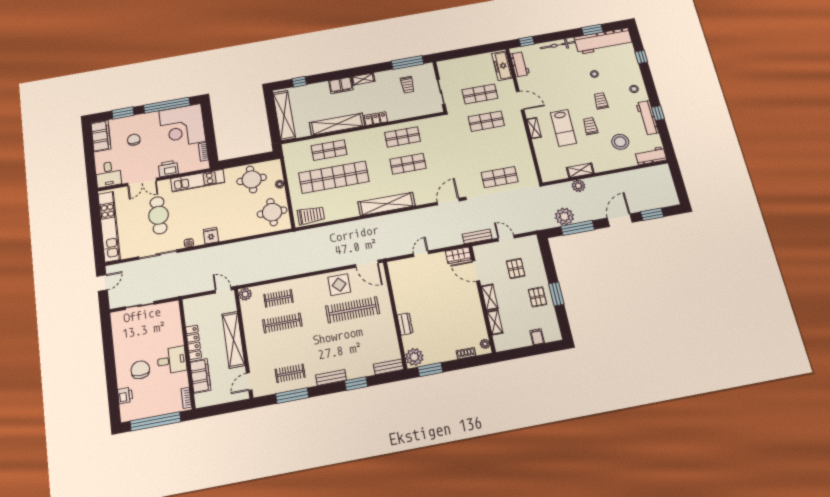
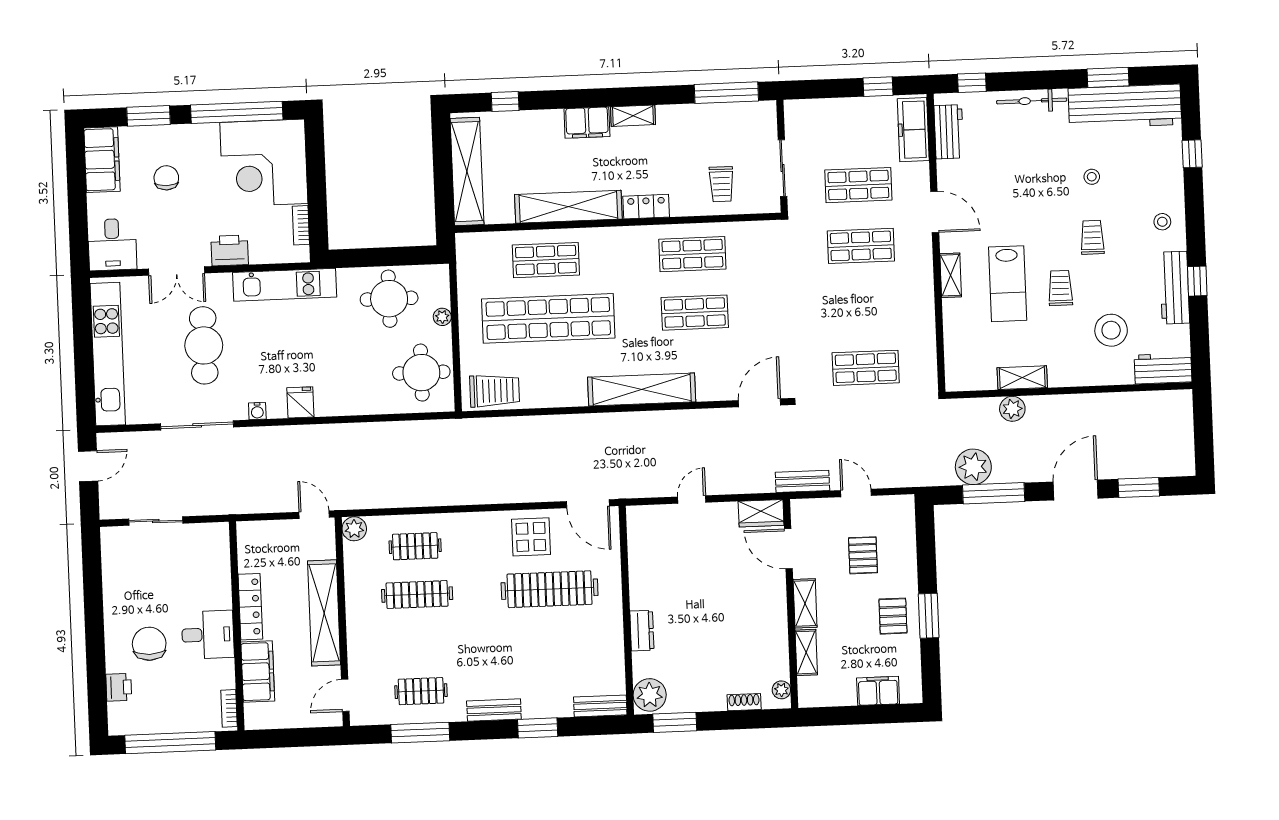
window: (481, 49) -> (878, 87), added
trolley: (407, 85) -> (721, 184), moved
filing cabinet: (537, 337) -> (878, 691), width x2.00

